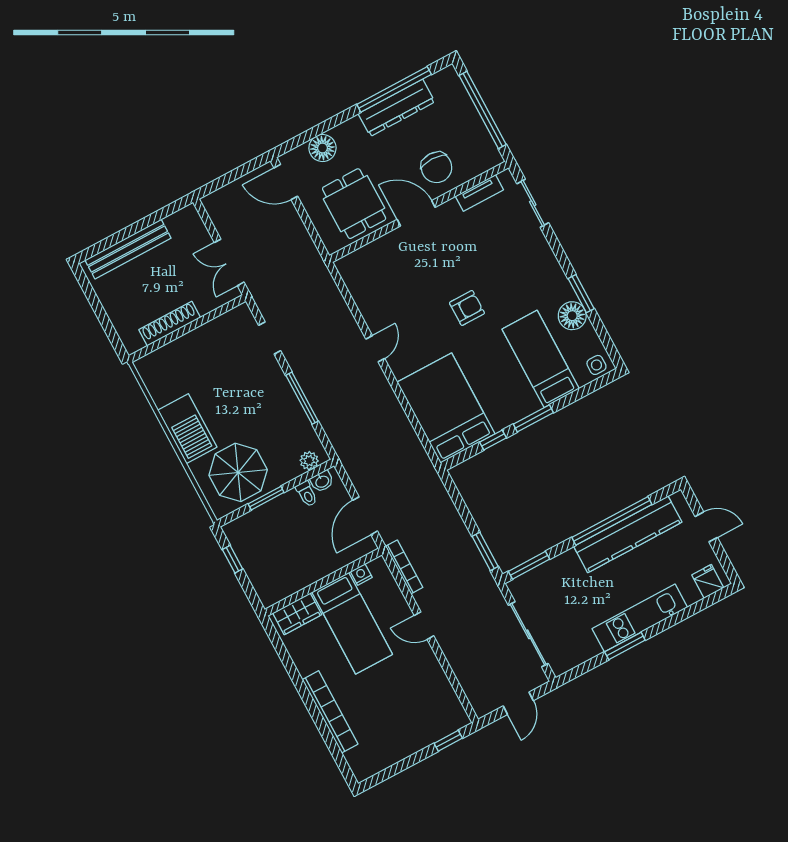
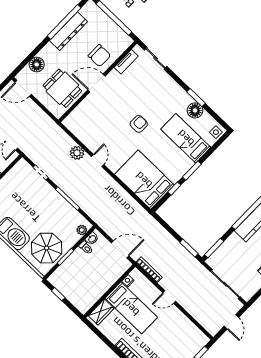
plant: (344, 324) -> (77, 153), added
door: (365, 516) -> (120, 249), swing flipped

